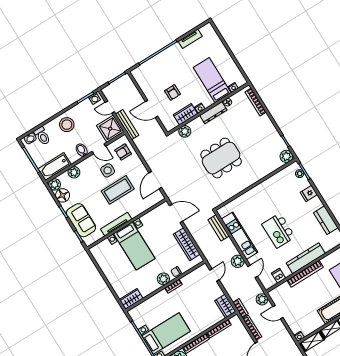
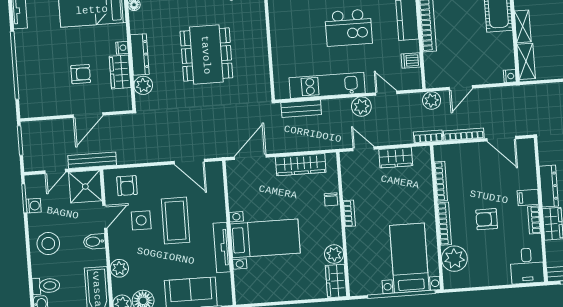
washing machine: (94, 98) -> (34, 206), moved
dresser: (213, 113) -> (140, 55), moved
plant: (163, 279) -> (334, 254), moved
wardrobe: (225, 306) -> (396, 158), moved

